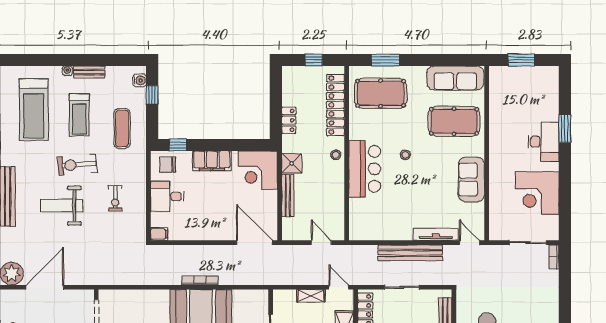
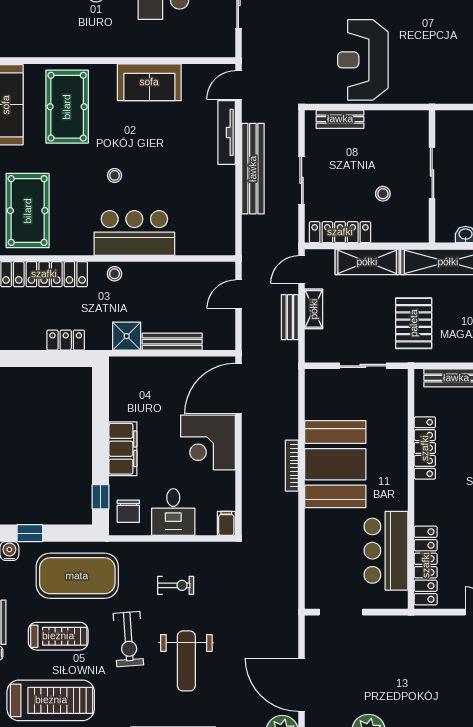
exercise mat: (122, 128) -> (77, 576), width x2.00, depth x1.45
corner desk: (258, 170) -> (208, 442), moved, turned 90
bench: (305, 279) -> (290, 317), added

